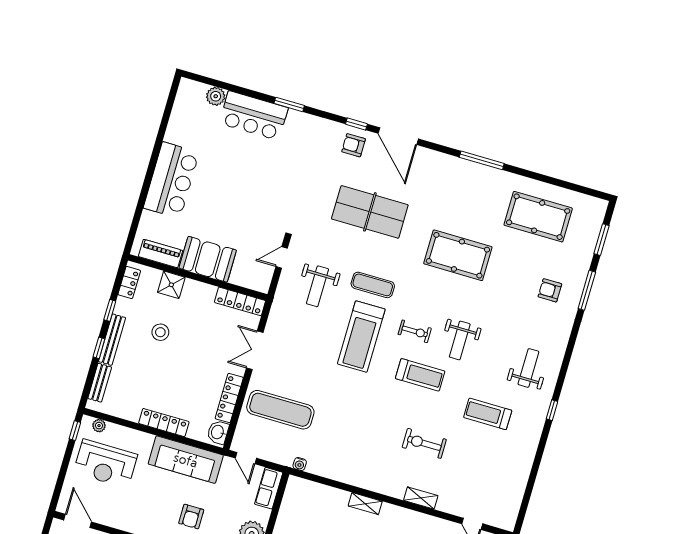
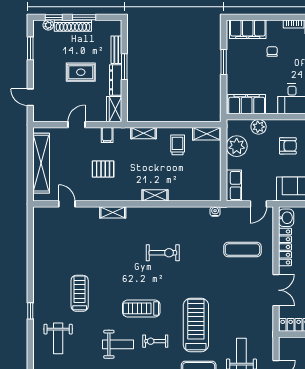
weight bench: (460, 340) -> (118, 344), turned 90
exercise mat: (280, 410) -> (242, 250), width x0.73, depth x0.69
treadmill: (488, 414) -> (80, 293), turned -90
exercise bike: (424, 443) -> (163, 253), moved
door: (246, 458) -> (258, 204), swing flipped
armchair: (191, 517) -> (288, 146), turned 90

